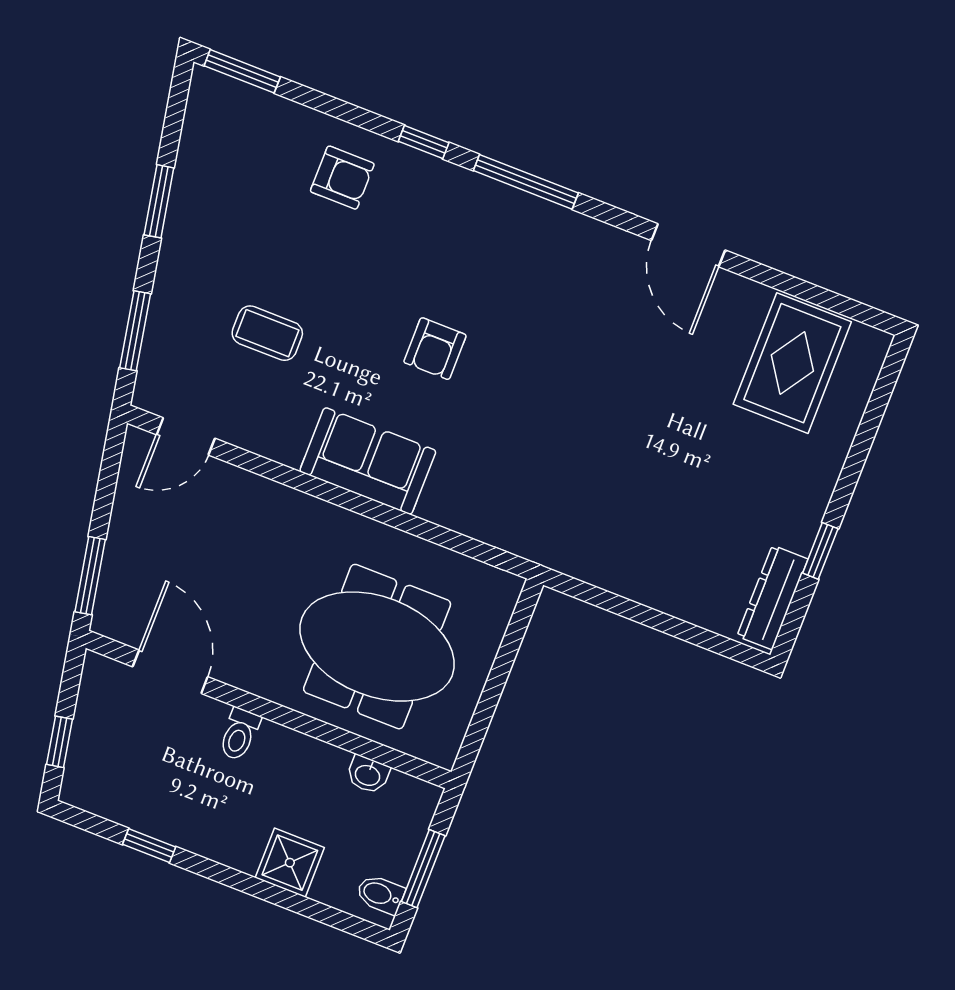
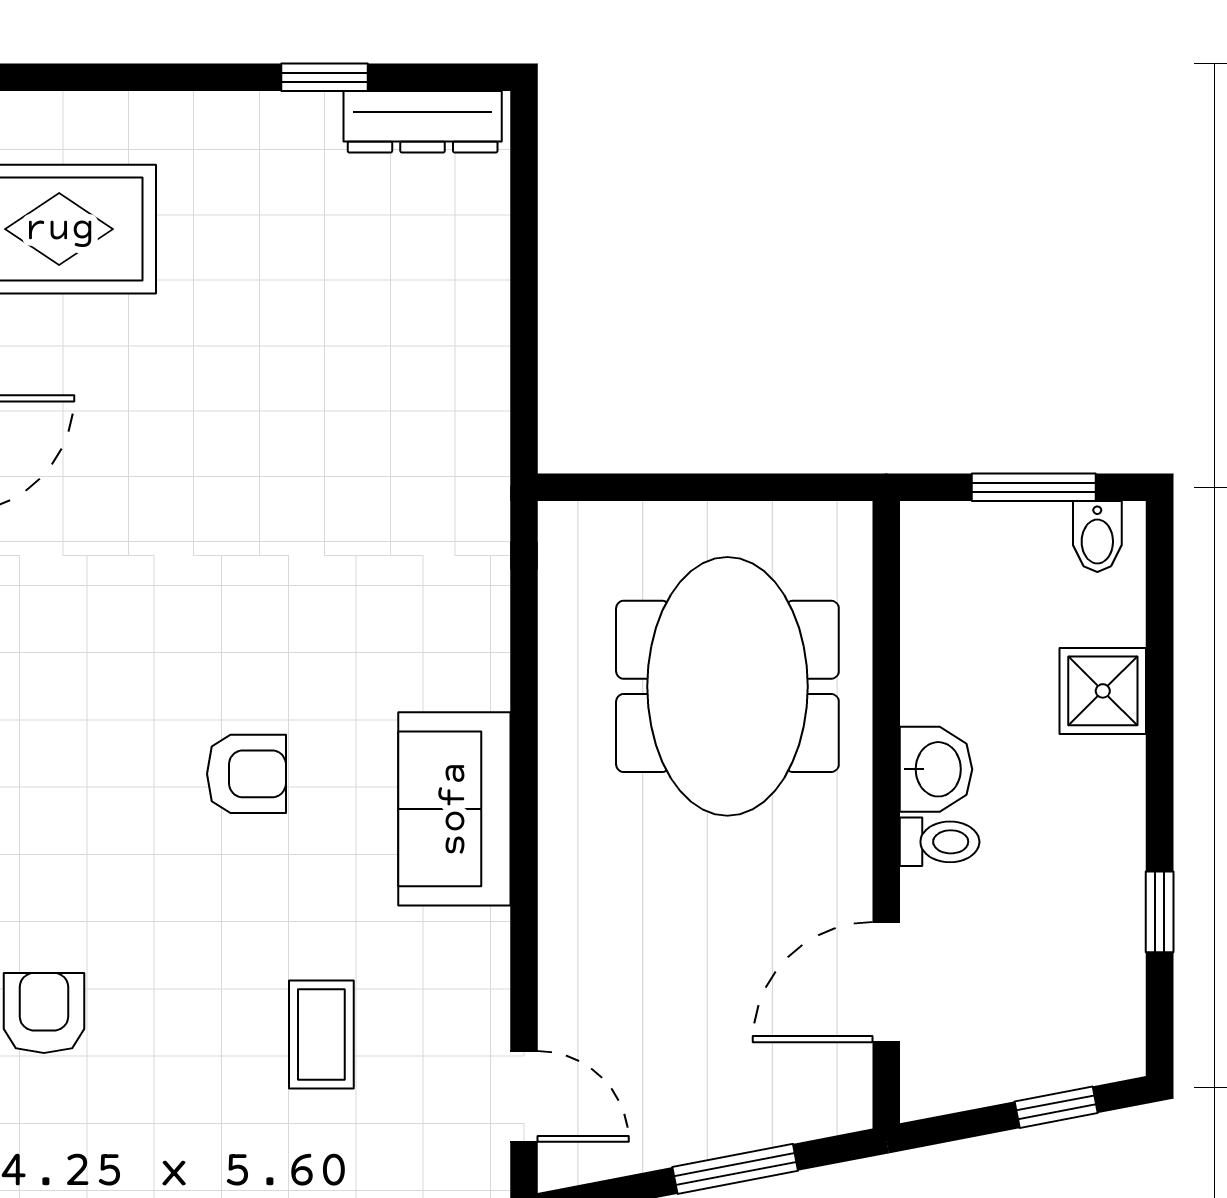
window: (90, 576) -> (735, 1169), moved
washbasin: (368, 775) -> (936, 769), moved, width x1.38, depth x1.45

